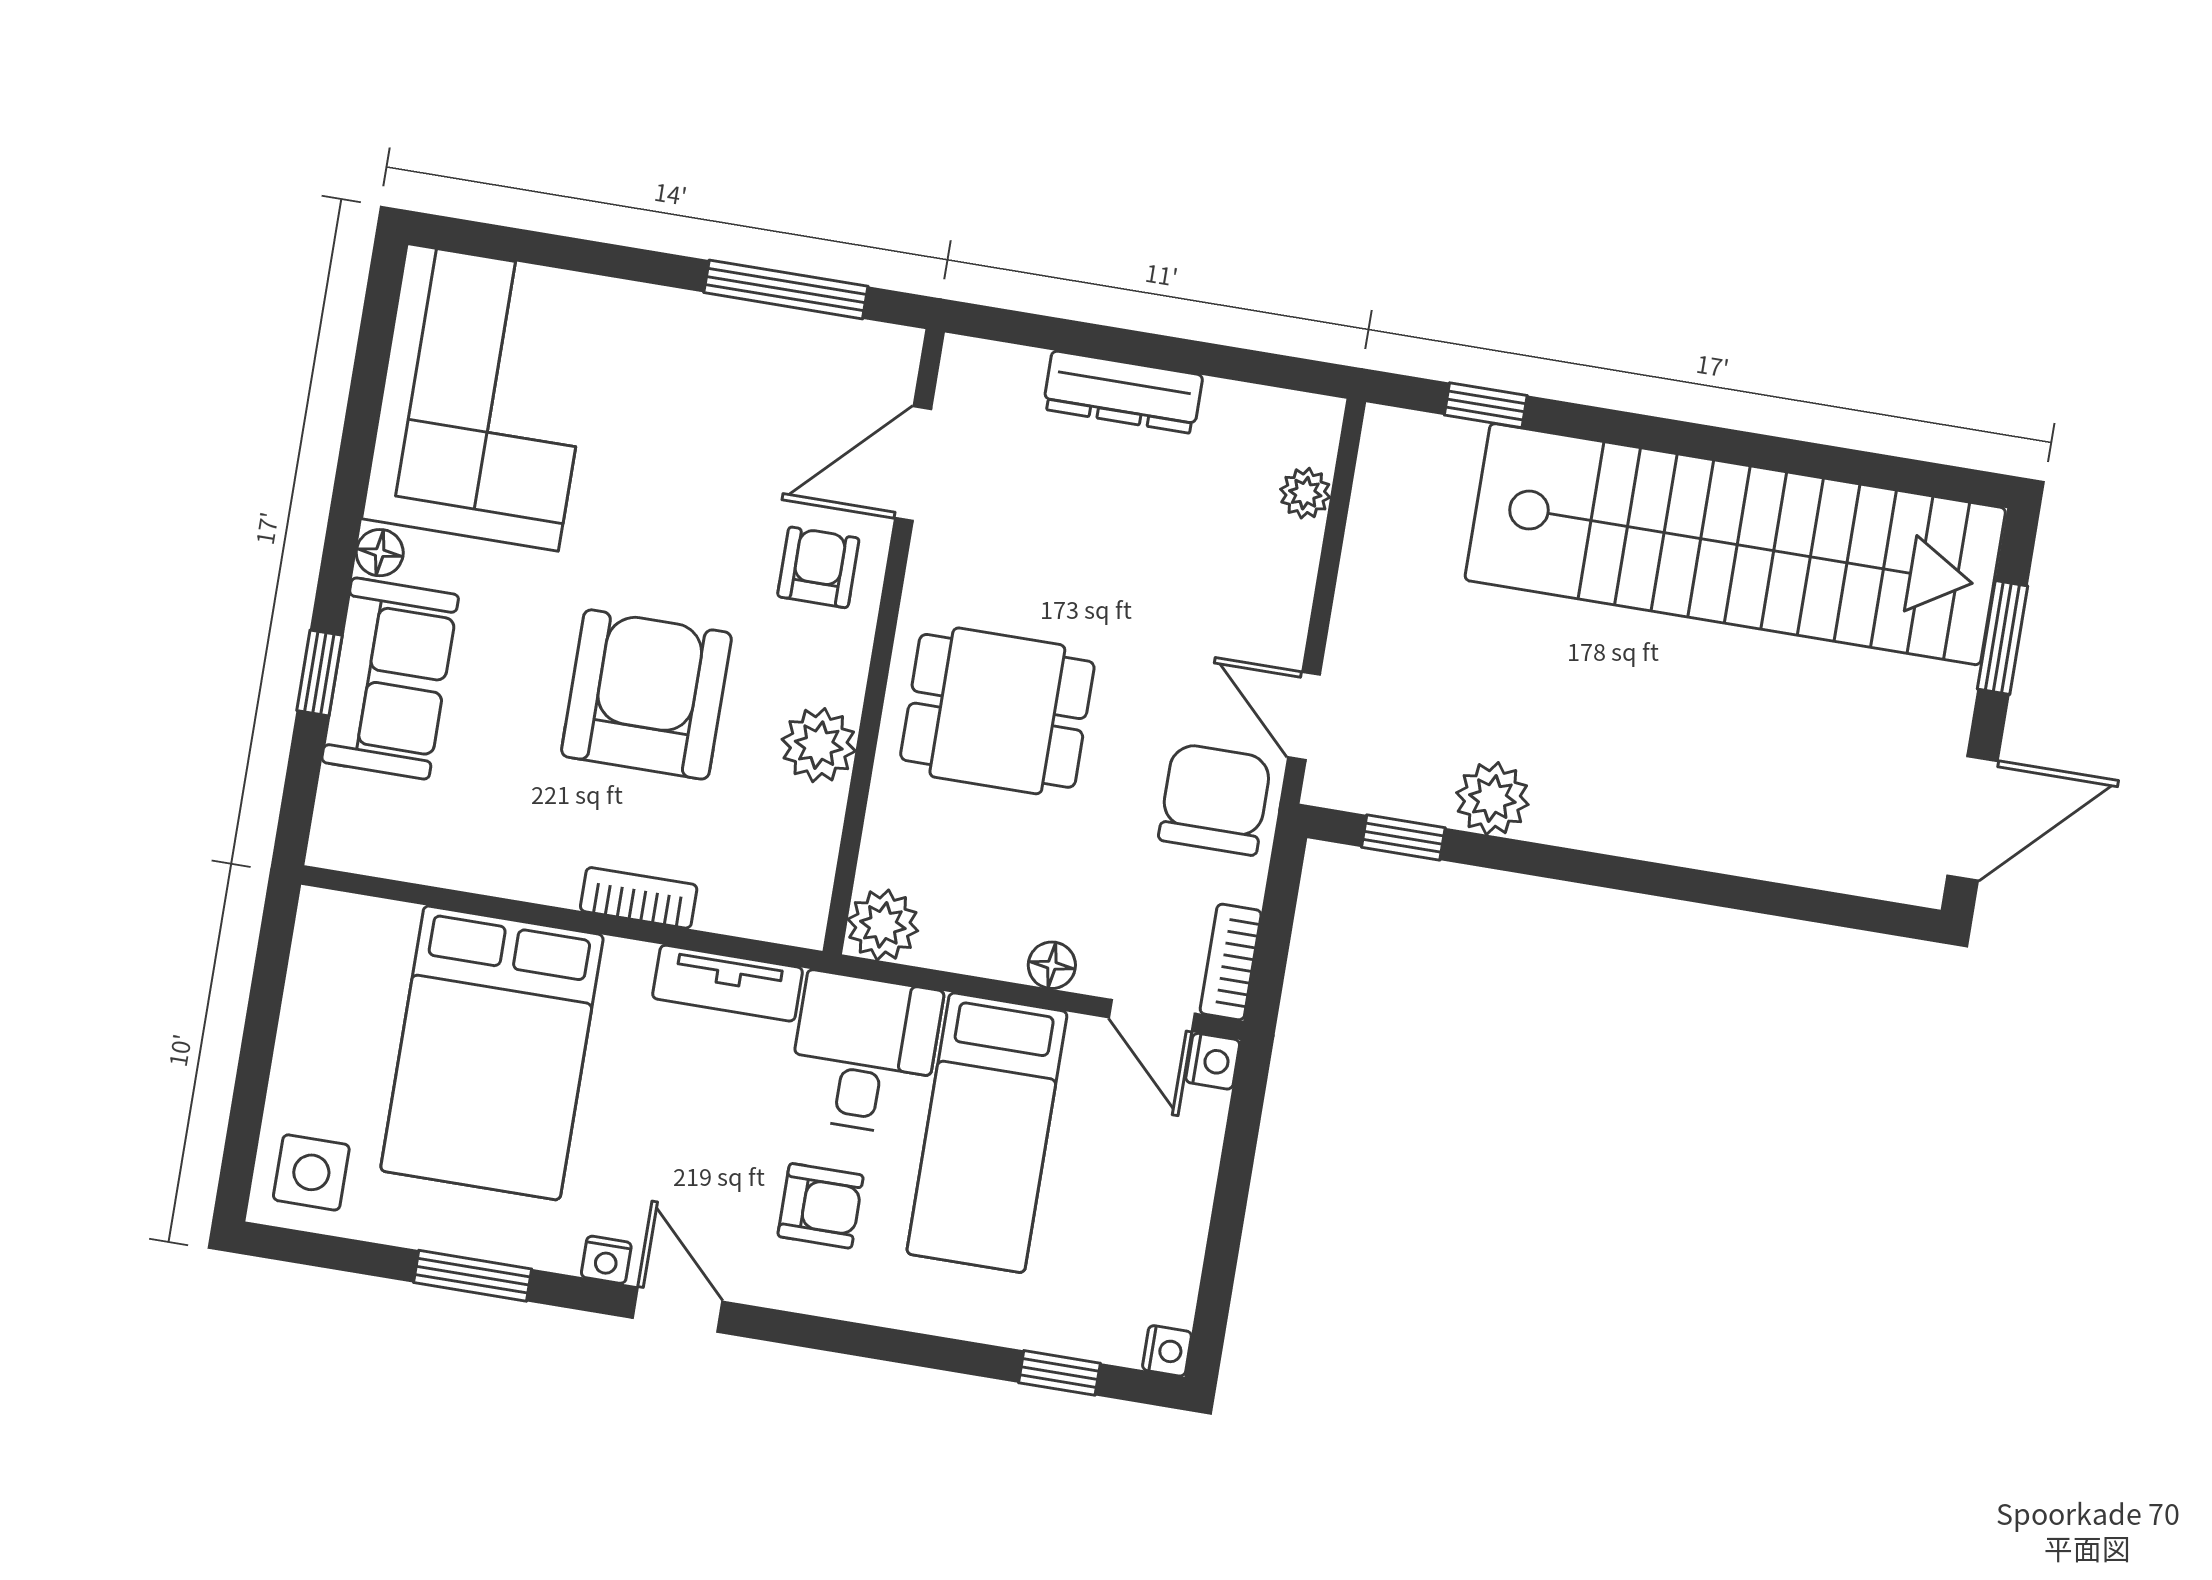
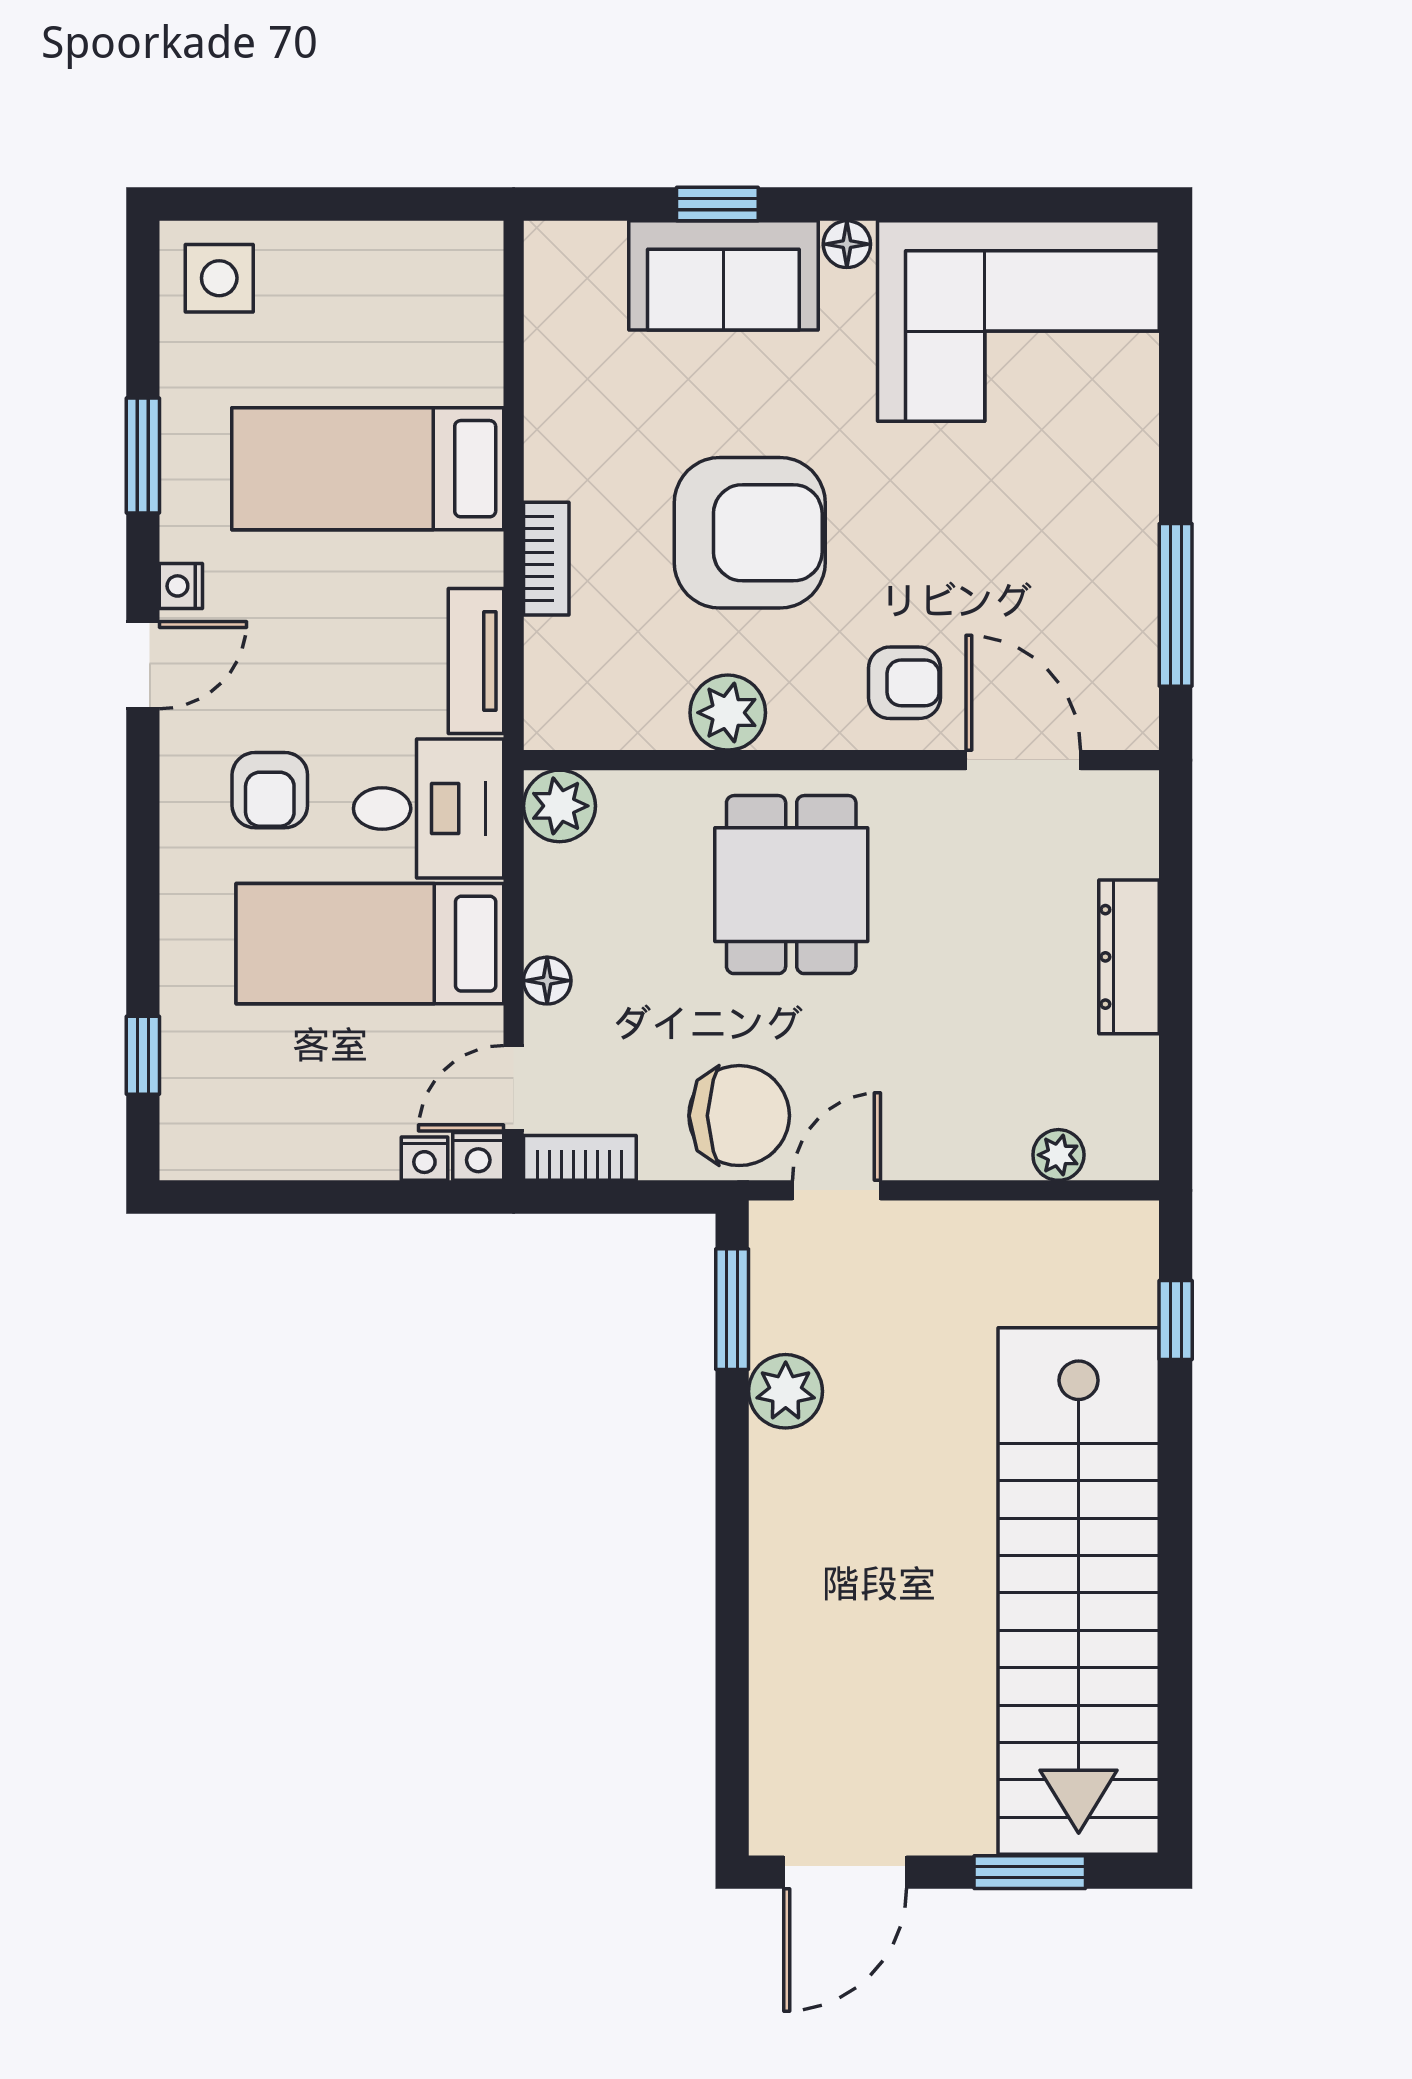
door: (1973, 818) -> (845, 1872), hinge flipped
window: (1403, 838) -> (732, 1309), width x1.50
bed: (492, 1053) -> (368, 469), width x0.67
nightstand: (1167, 1351) -> (424, 1159), moved

